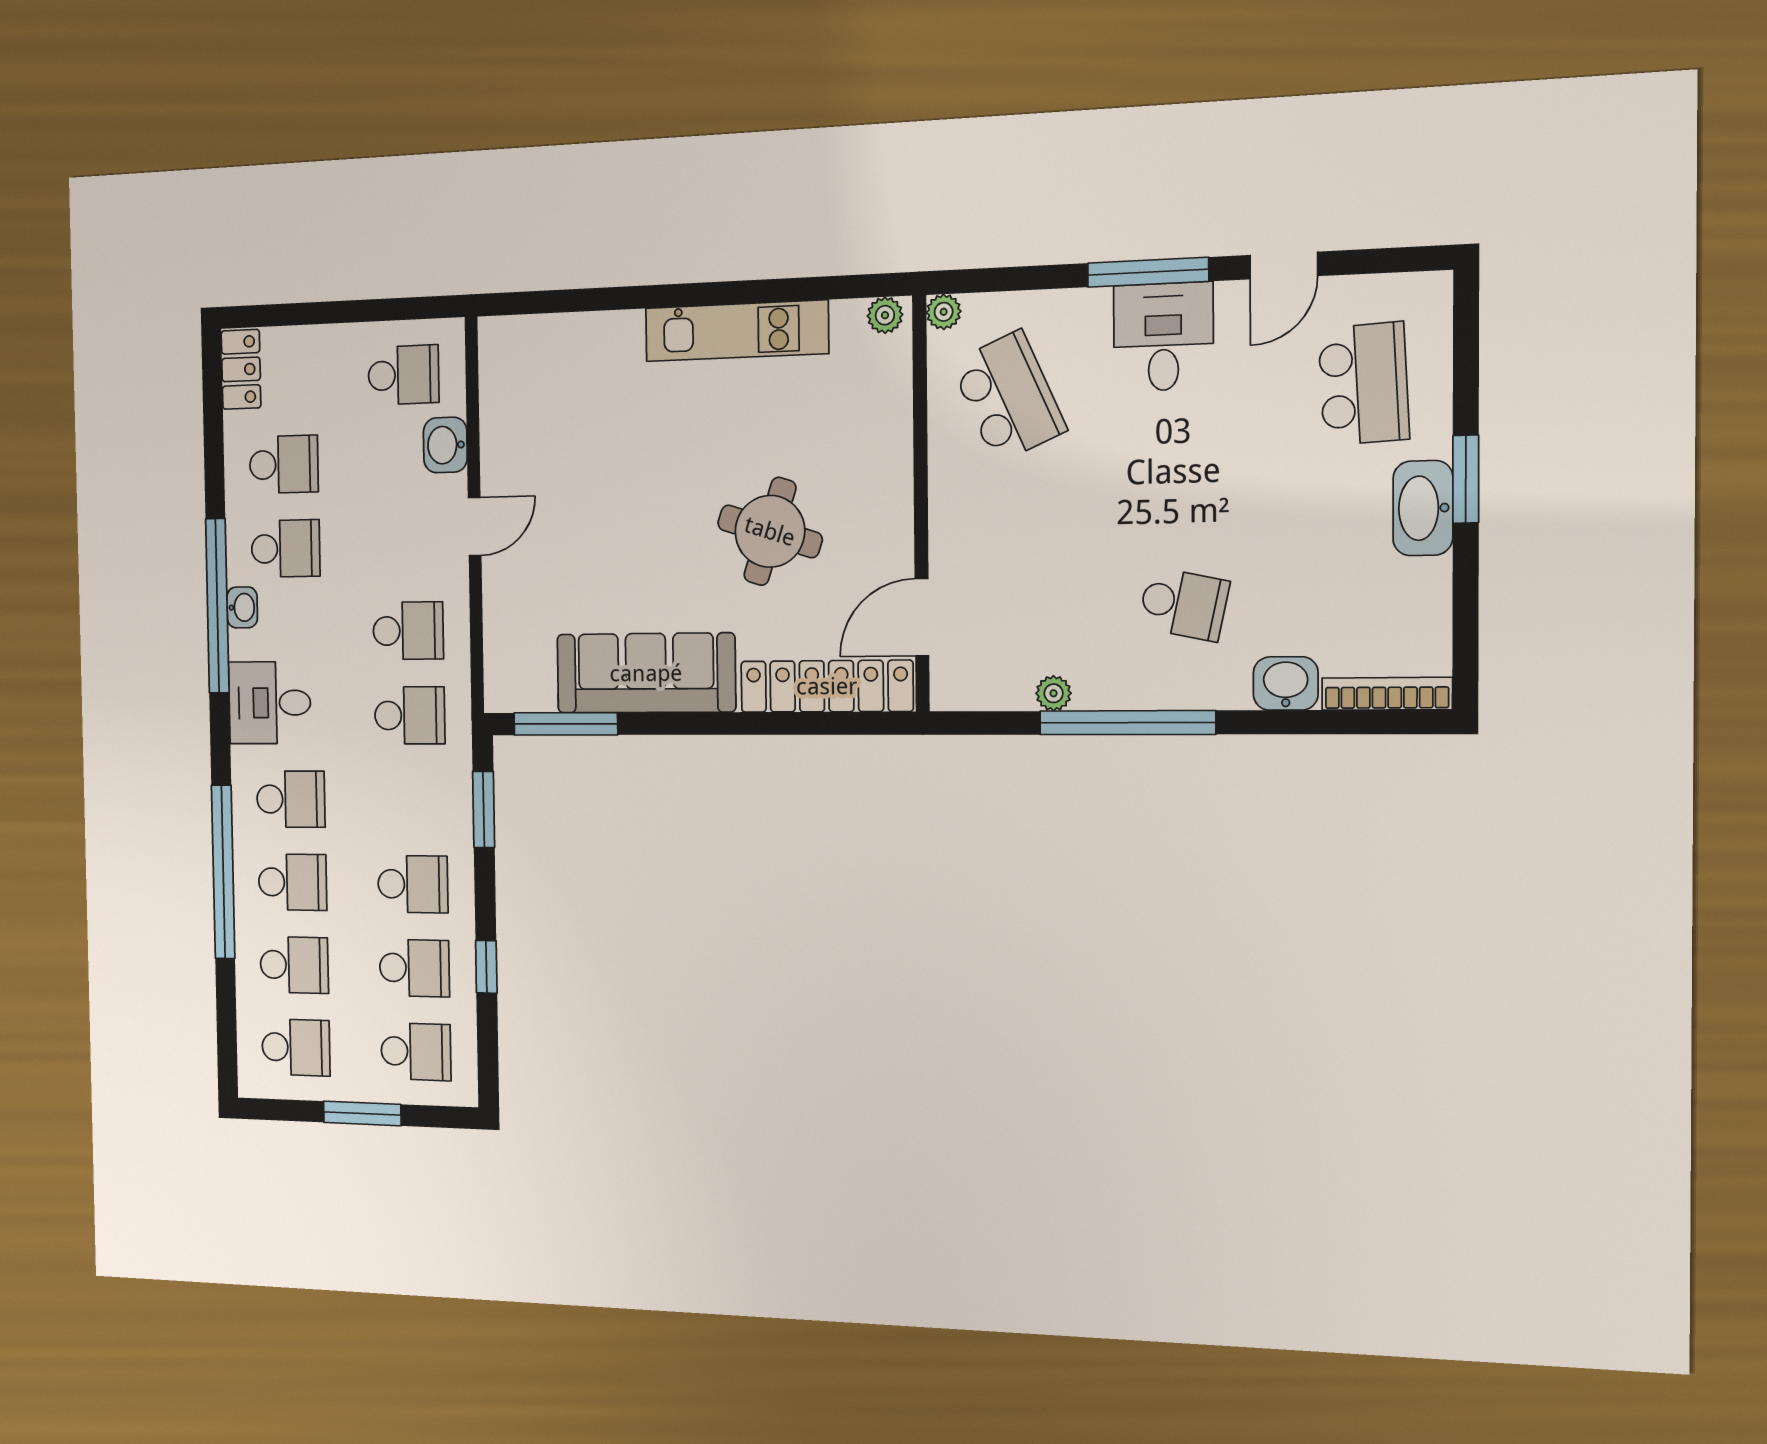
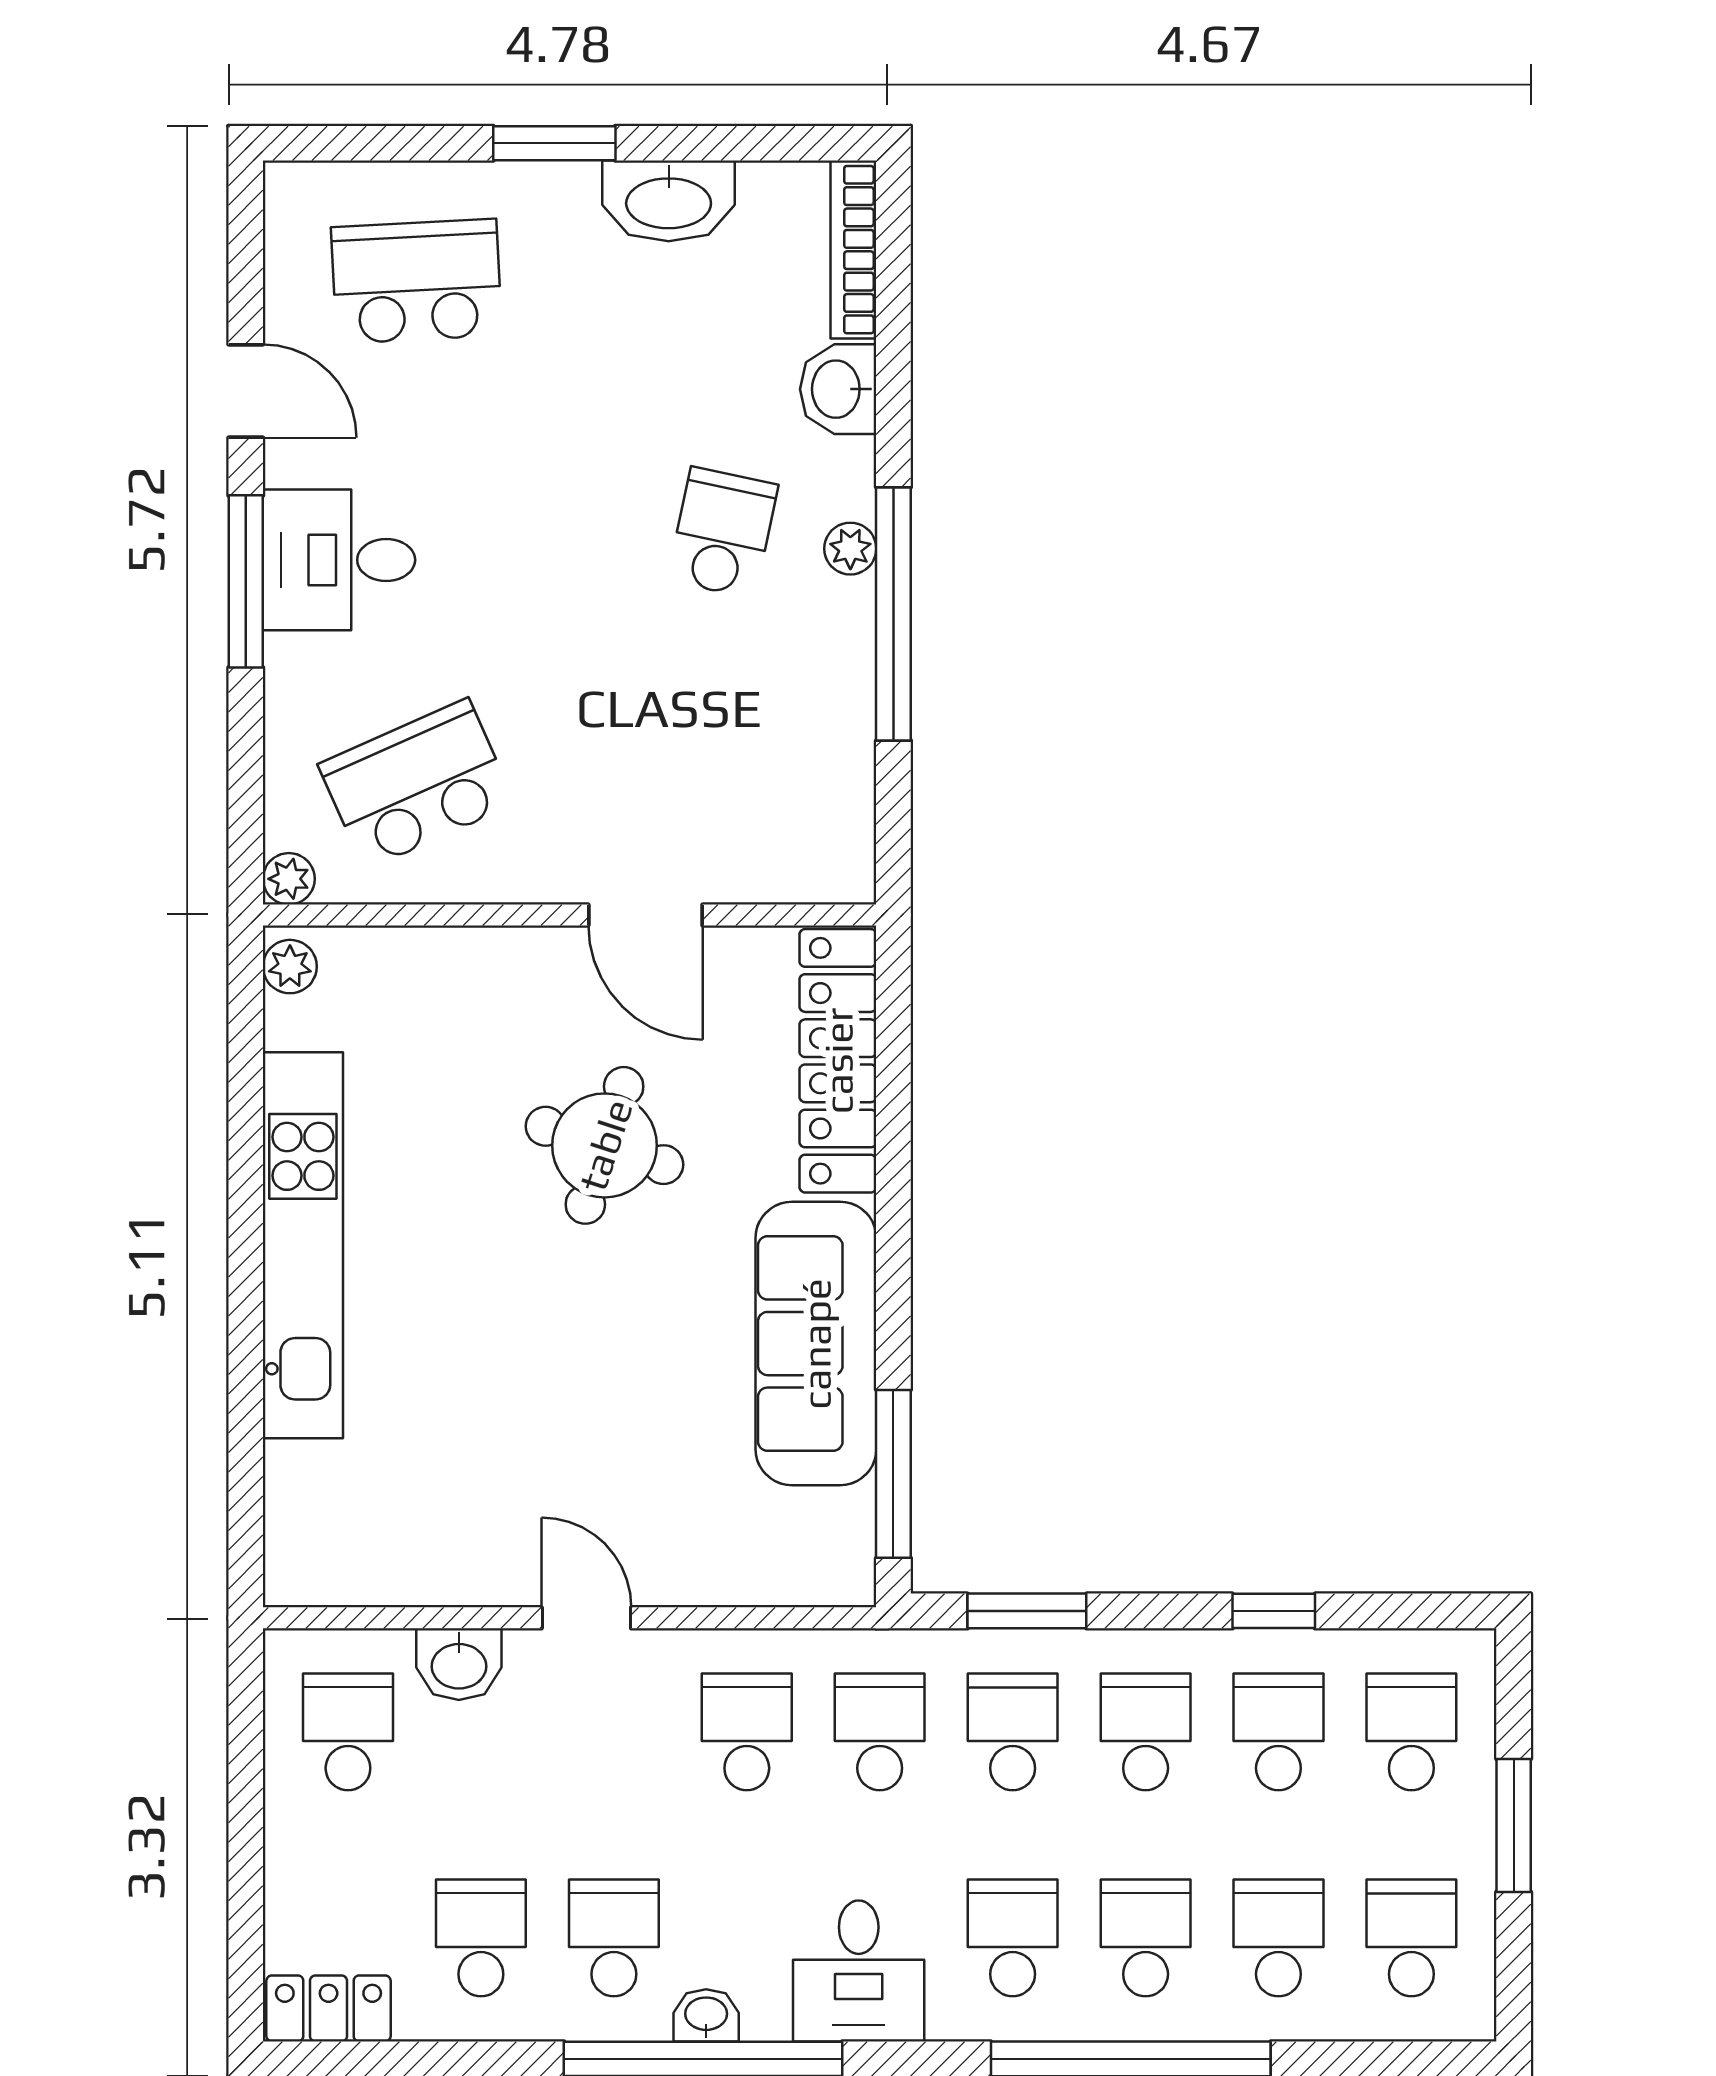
kitchen unit: (737, 331) -> (303, 1245), width x1.36
washbasin: (1423, 508) -> (669, 201), moved
door: (922, 617) -> (645, 915), moved
plant: (1054, 693) -> (850, 549), moved
school desk: (411, 800) -> (1013, 1732), added

